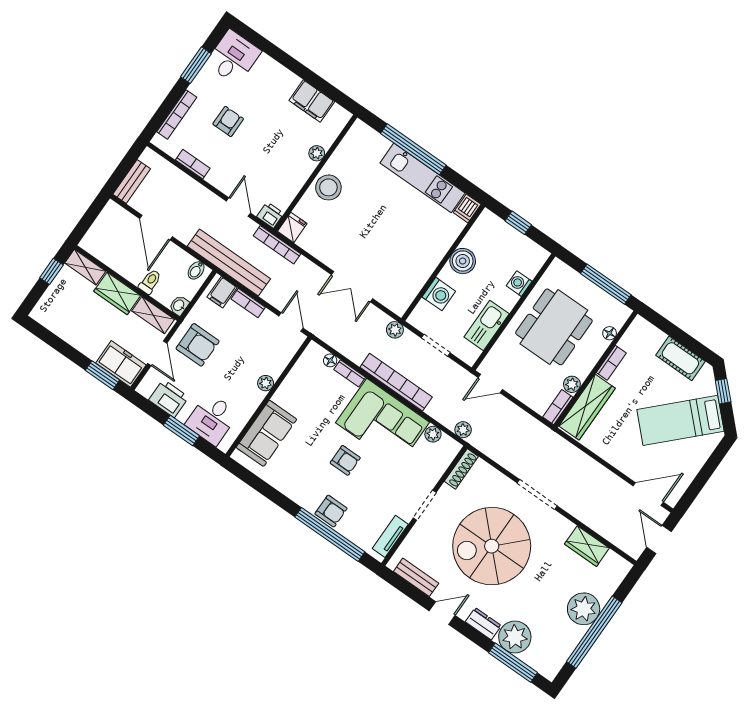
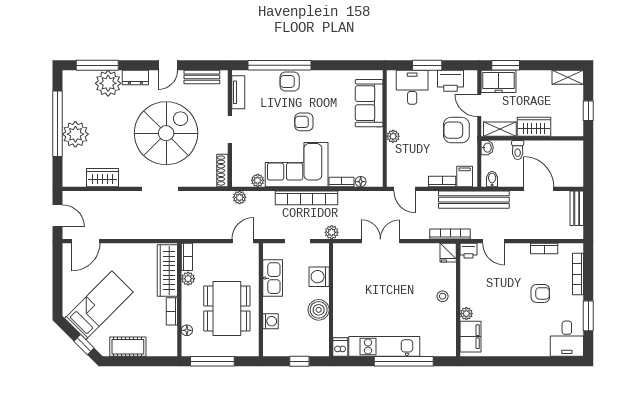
filing cabinet: (312, 101) -> (470, 337), moved, turned 90
armchair: (228, 121) -> (540, 293), turned -90
stool: (328, 187) -> (443, 296), width x0.53, depth x0.53
shelving: (85, 267) -> (568, 77), moved

